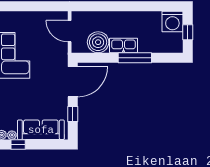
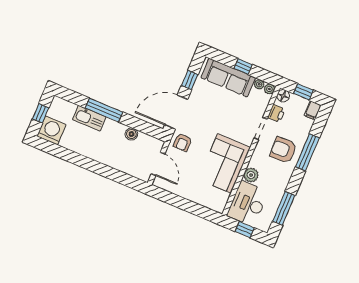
boiler: (98, 42) -> (131, 134), width x0.54, depth x0.54
kitchen sink: (124, 45) -> (89, 118), moved
armchair: (56, 58) -> (183, 142), added
window: (18, 145) -> (243, 67), moved

